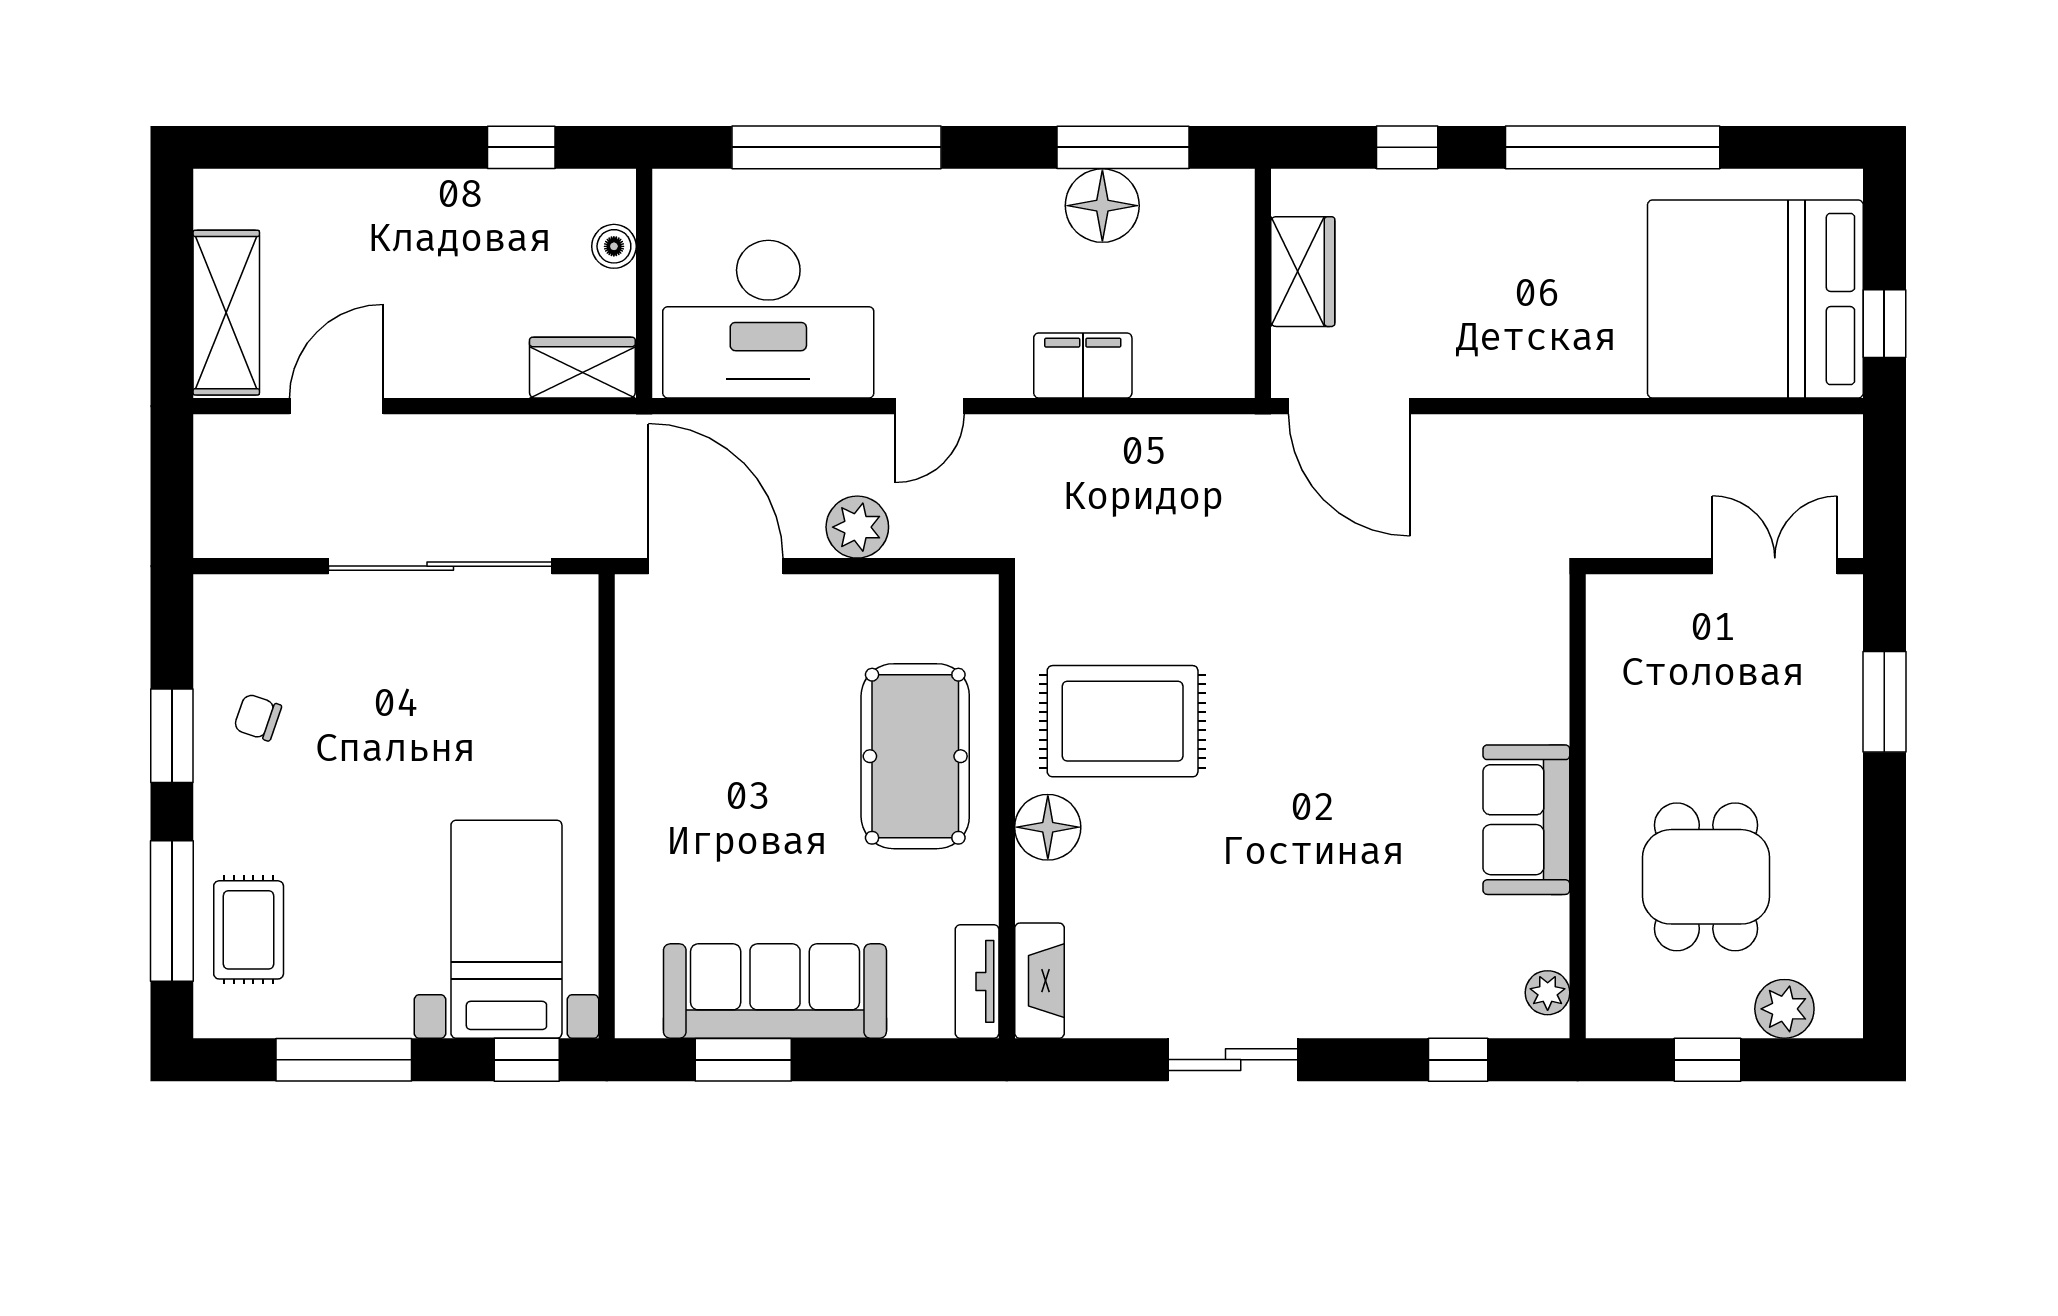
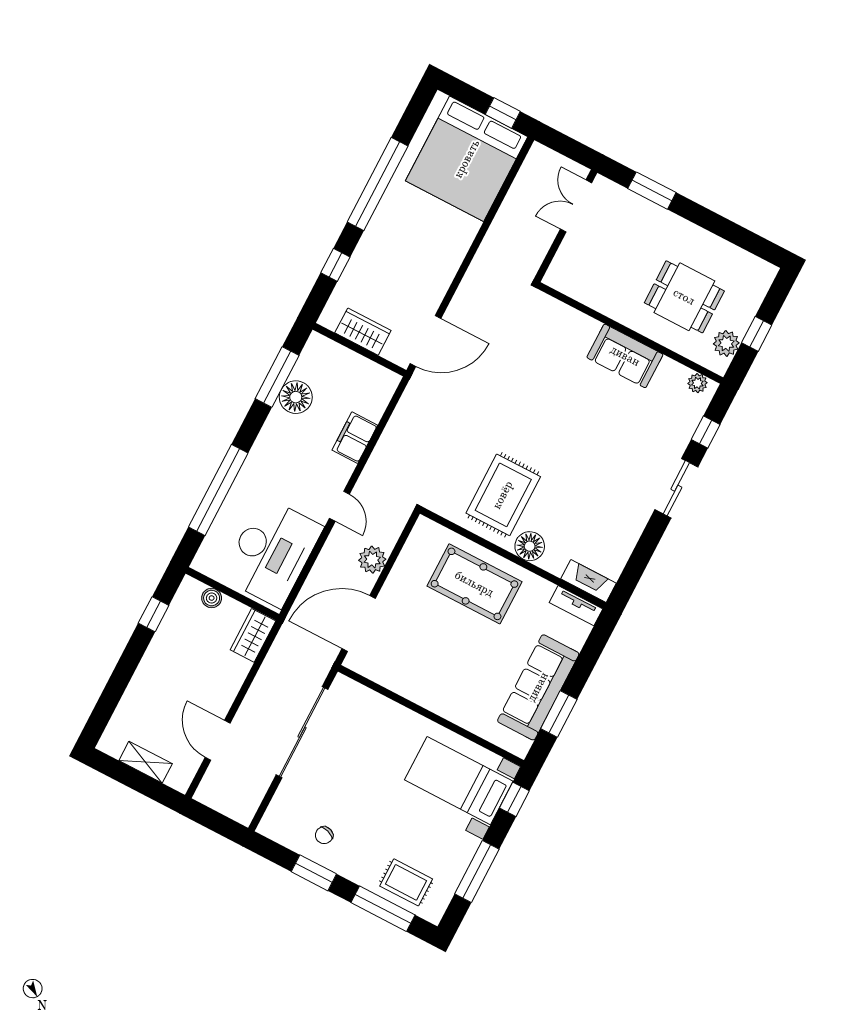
shelving: (226, 313) -> (146, 762), width x0.67, depth x0.75
plant: (1784, 1009) -> (726, 343), moved
sliding door: (1233, 1060) -> (676, 488), moved

